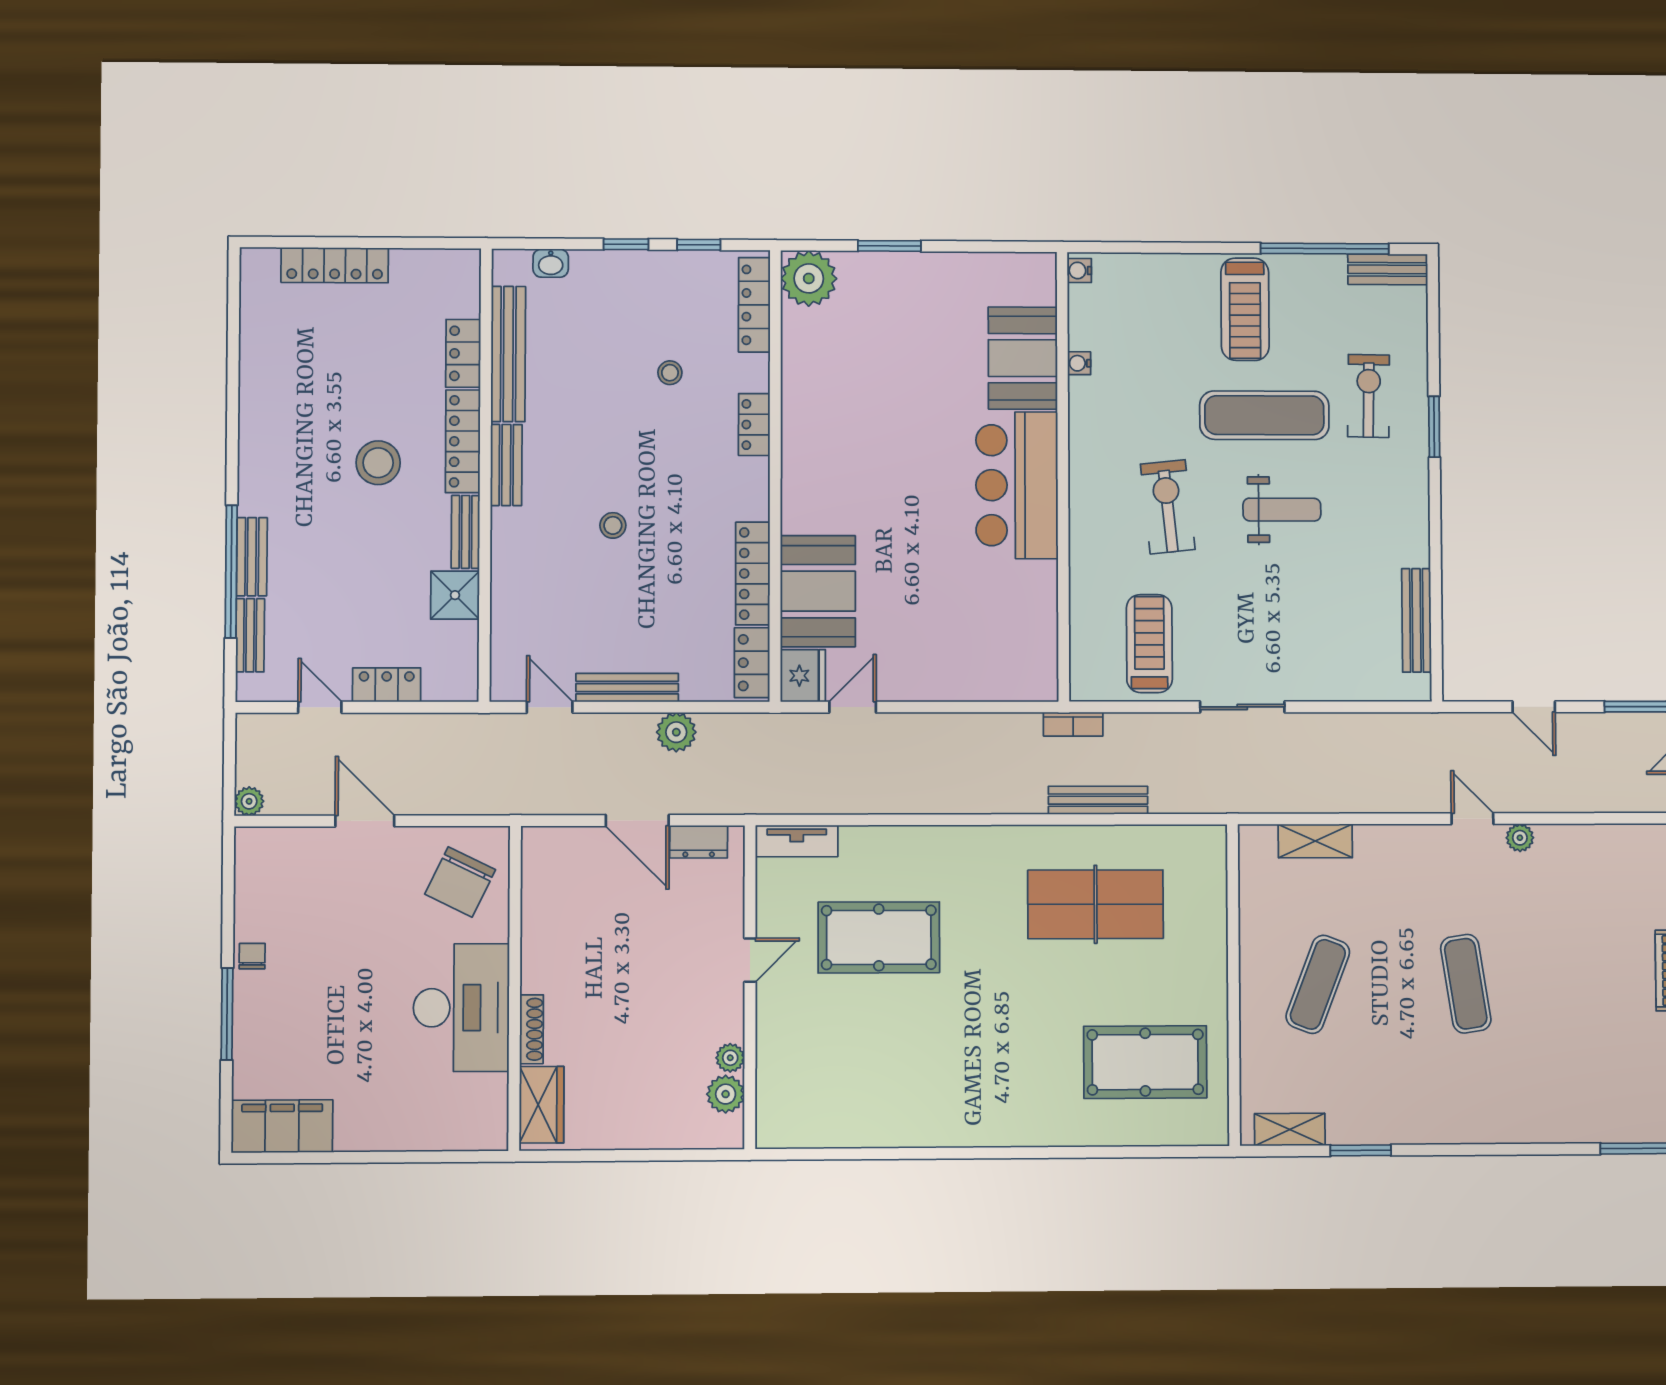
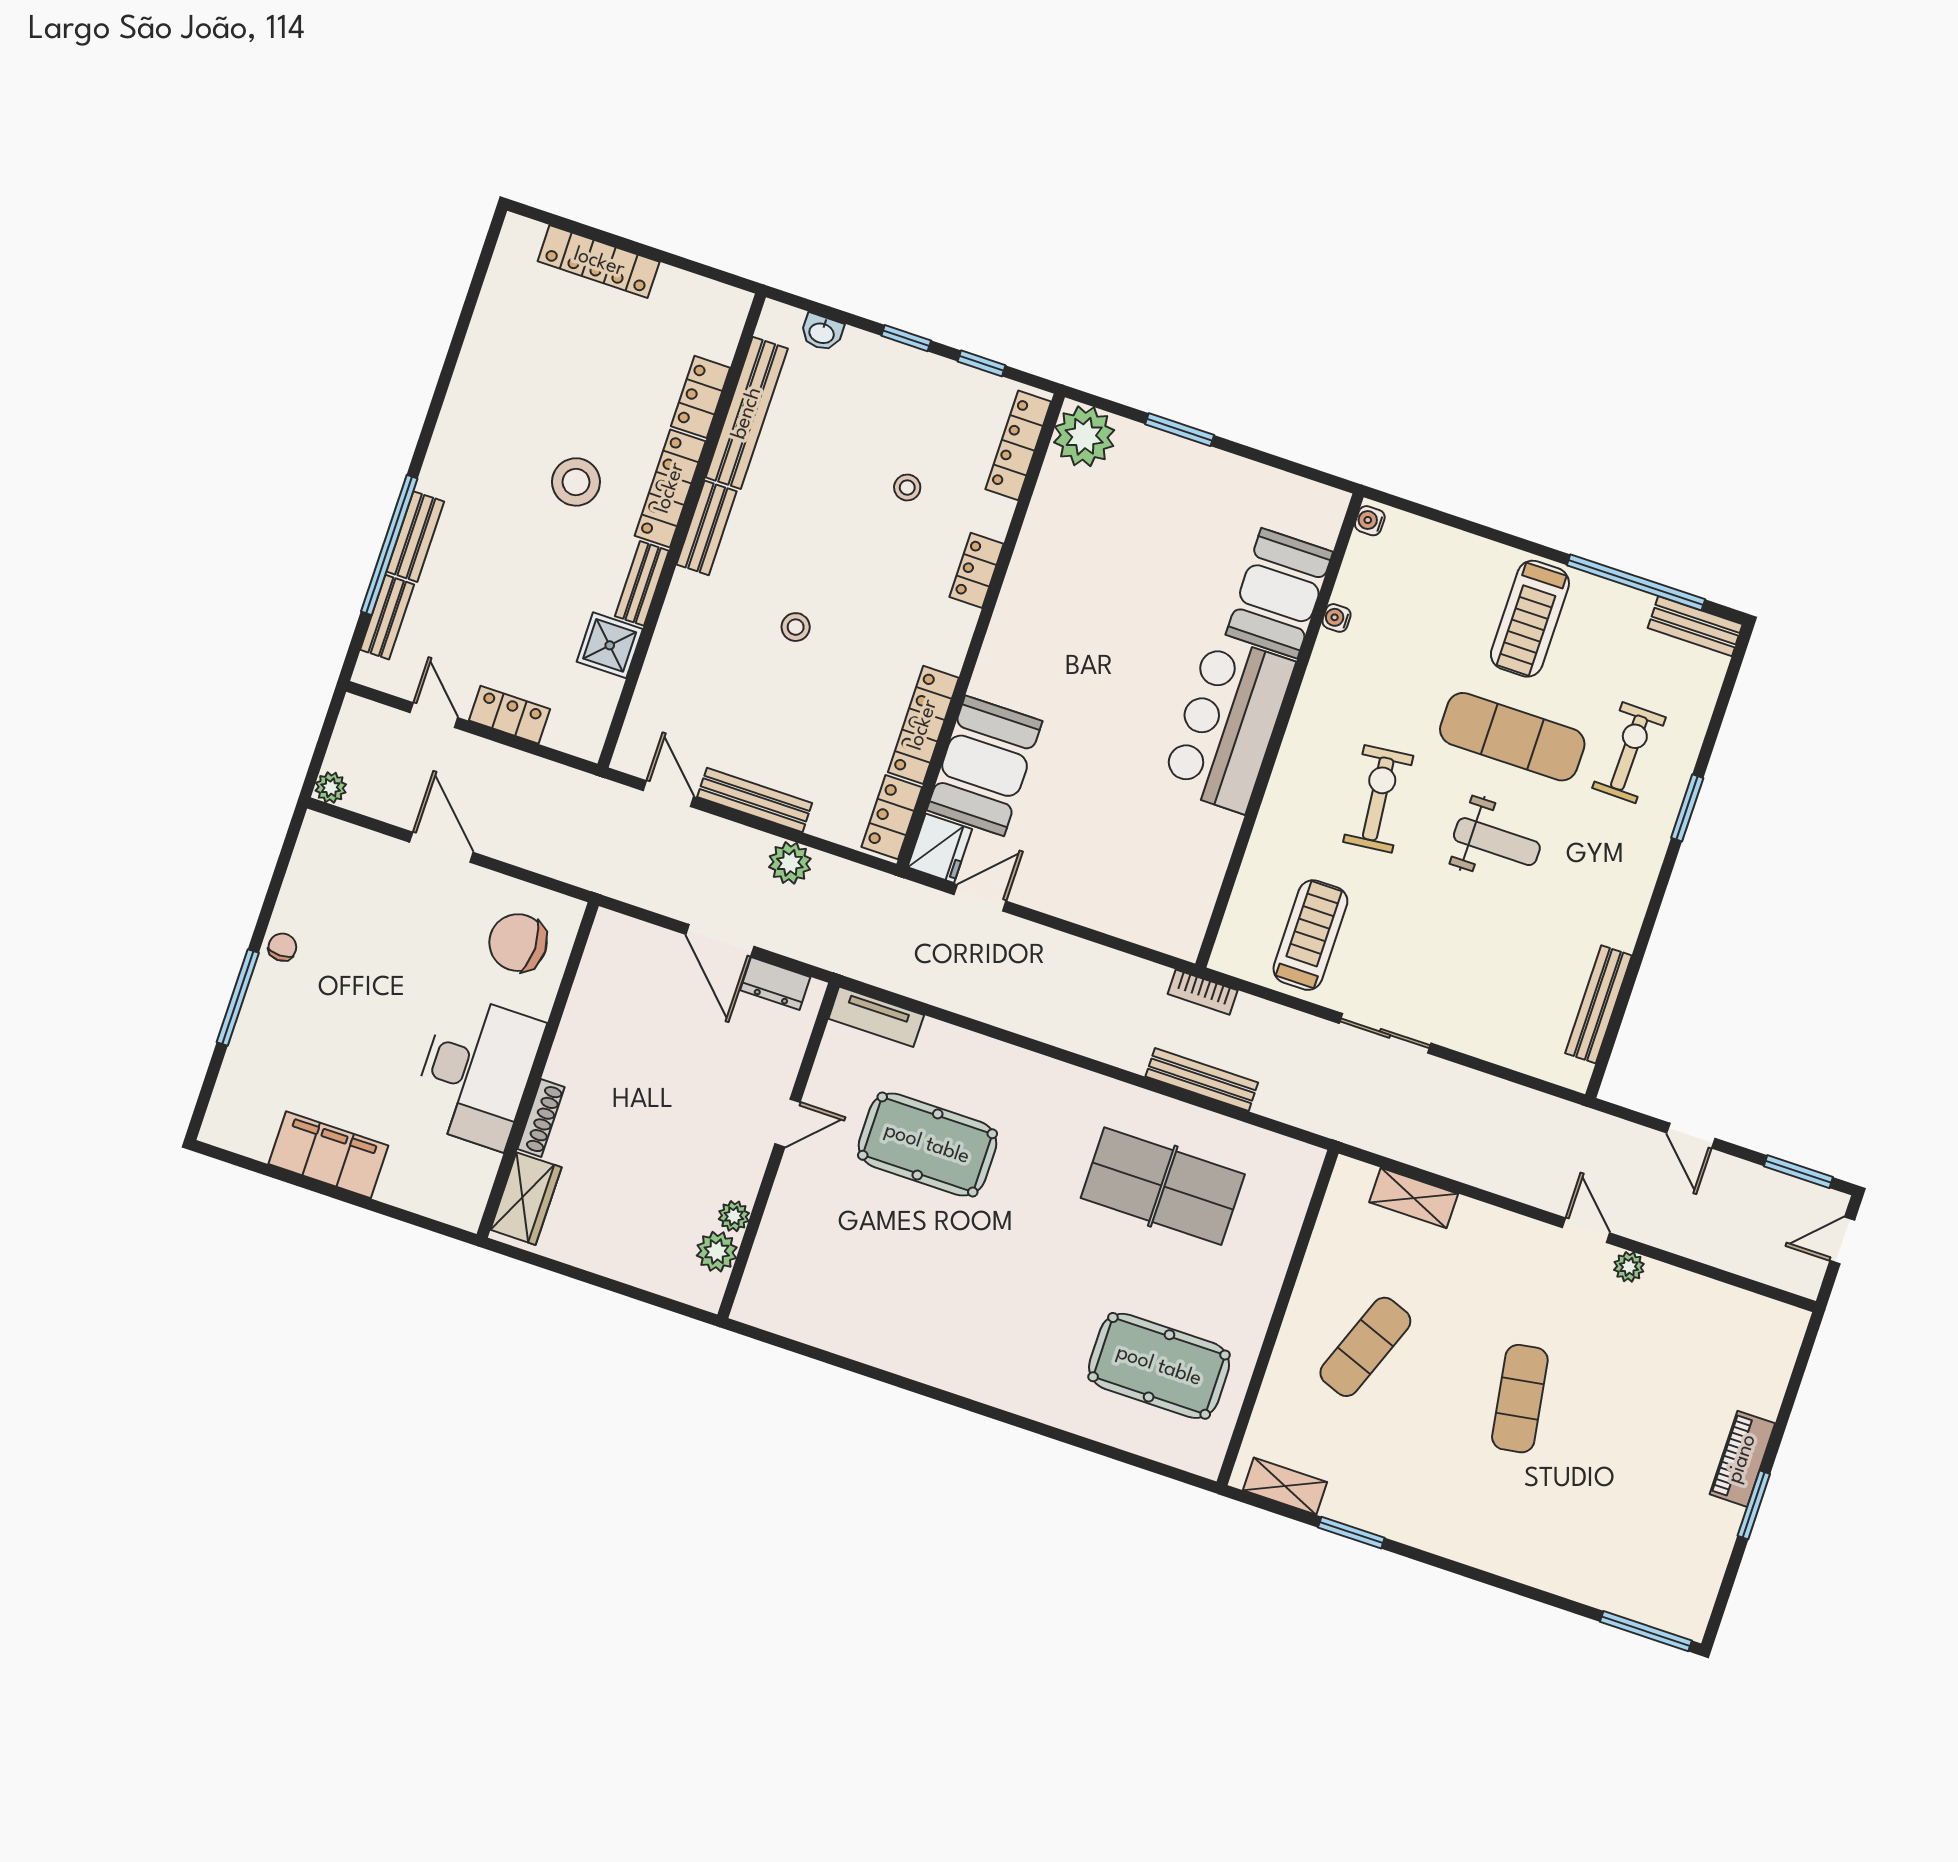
chair: (460, 882) -> (518, 943), turned 64
filing cabinet: (282, 1126) -> (328, 1155), moved

